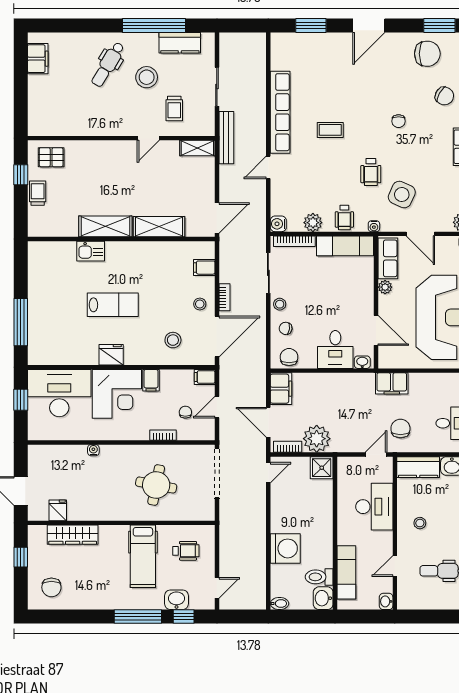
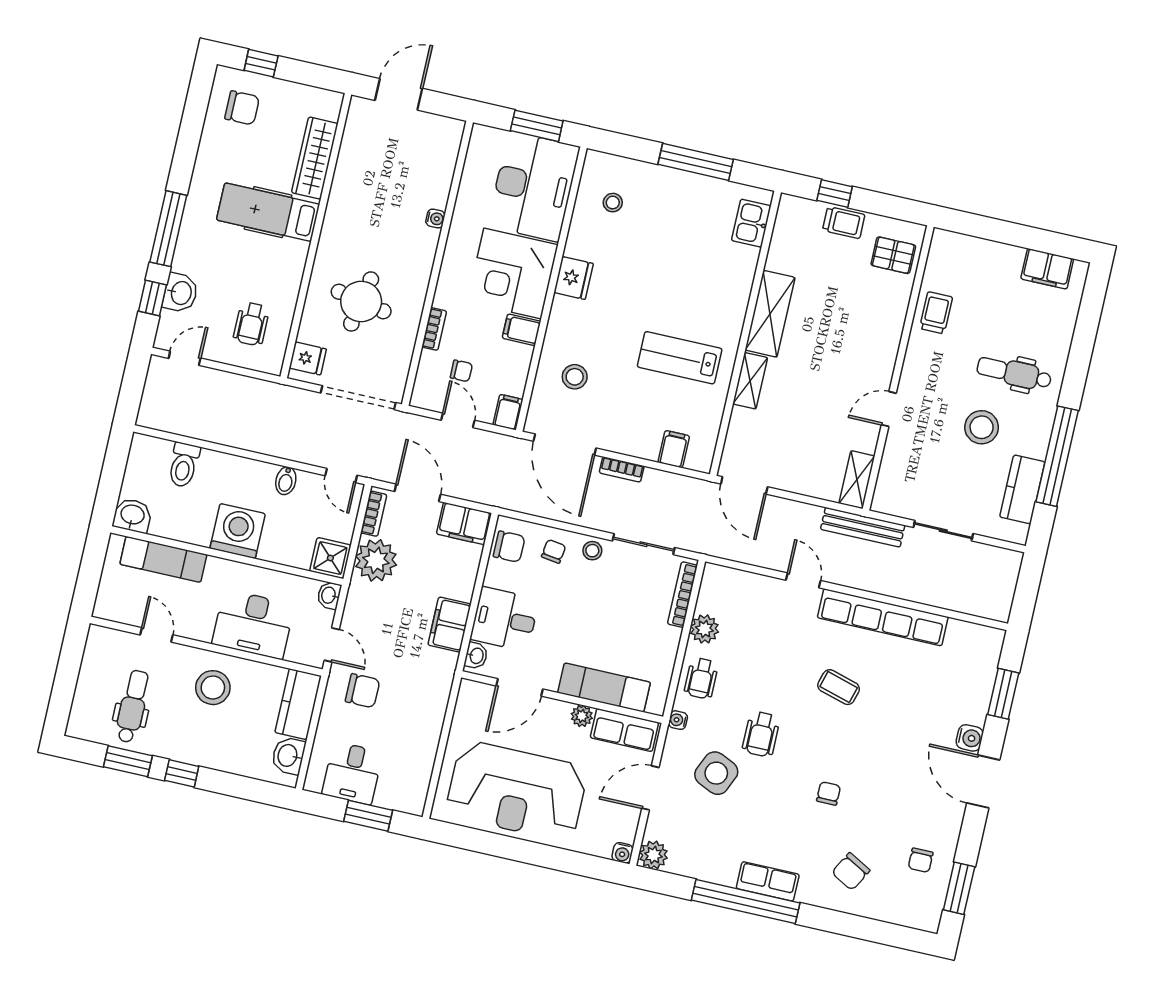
chair: (427, 54) -> (921, 860), width x0.54, depth x0.54
dental chair: (108, 64) -> (1014, 373), turned -31
trolley: (174, 108) -> (936, 313), moved, turned 90
chair: (399, 121) -> (829, 793), turned 90
coffee table: (330, 130) -> (839, 687), turned -74
door: (148, 138) -> (889, 409), hinge flipped
pallet: (51, 157) -> (893, 255), turned 90
wheelchair: (371, 172) -> (761, 734), turned -90
window: (21, 175) -> (835, 193), moved
wheelchair: (344, 218) -> (701, 678), turned -90
water cooler: (278, 224) -> (970, 738), moved, turned 90
shelving: (159, 227) -> (750, 381), width x0.67, depth x0.75
exam couch: (345, 246) -> (604, 687), moved, turned 90
kitchen sink: (91, 251) -> (751, 223), moved
stool: (200, 304) -> (613, 203), moved
lab bench: (113, 305) -> (680, 358), moved, turned 90
window: (21, 322) -> (696, 162), moved
filing cabinet: (392, 383) -> (449, 625), moved
window: (21, 400) -> (537, 126), width x1.50
door: (268, 422) -> (418, 493), hinge flipped
fridge: (58, 510) -> (308, 358), moved
stool: (420, 523) -> (213, 688), width x1.89, depth x1.89
washing machine: (285, 548) -> (238, 531), moved, turned 180
hospital bed: (143, 556) -> (268, 212), moved
window: (21, 557) -> (261, 63), moved
toilet: (319, 577) -> (184, 465), moved, turned 180
chair: (51, 587) -> (242, 108), turned 180
door: (217, 588) -> (185, 358), swing flipped
washbasin: (386, 601) -> (329, 595), moved, turned -90
bidet: (279, 604) -> (286, 481), moved

